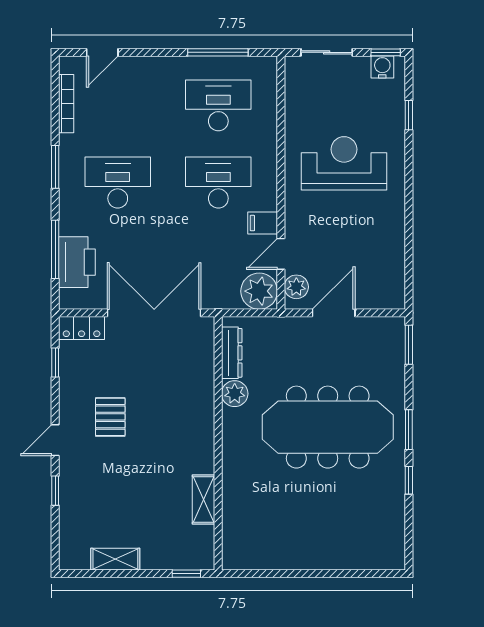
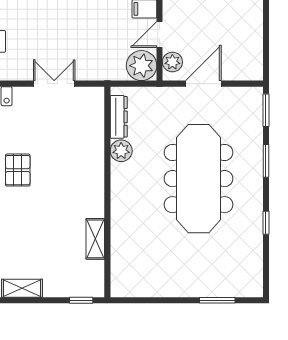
double door: (154, 313) -> (54, 84), width x0.54
meeting table: (328, 427) -> (199, 179), turned 90
window: (409, 430) -> (266, 161), moved
window: (350, 574) -> (217, 300), added

